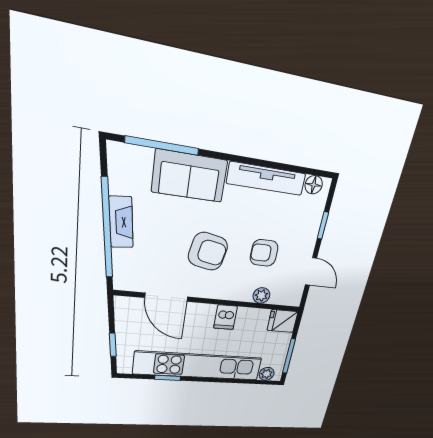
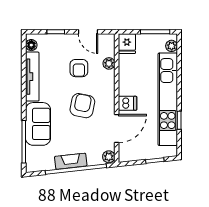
door: (311, 272) -> (88, 32), swing flipped
plant: (124, 282) -> (109, 157), added
dishwasher: (226, 317) -> (128, 103), moved

